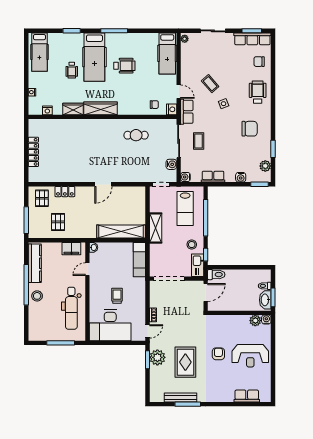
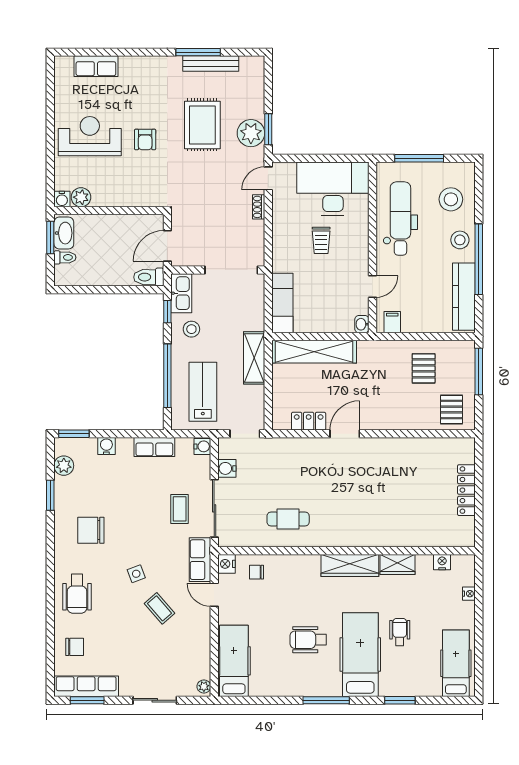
locker: (65, 192) -> (309, 421), moved
filing cabinet: (71, 249) -> (392, 322), width x0.50
stool: (42, 319) -> (451, 199), added

